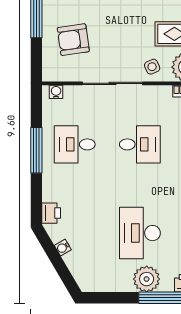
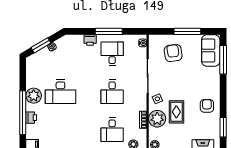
printer: (51, 213) -> (90, 40), moved
desk: (140, 233) -> (60, 92), turned 180
window: (60, 266) -> (41, 45), added

